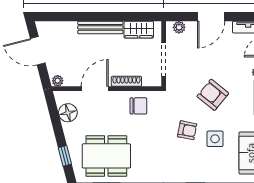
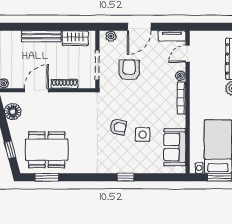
armchair: (213, 95) -> (129, 70), moved, turned 51
chair: (138, 106) -> (75, 106), removed

